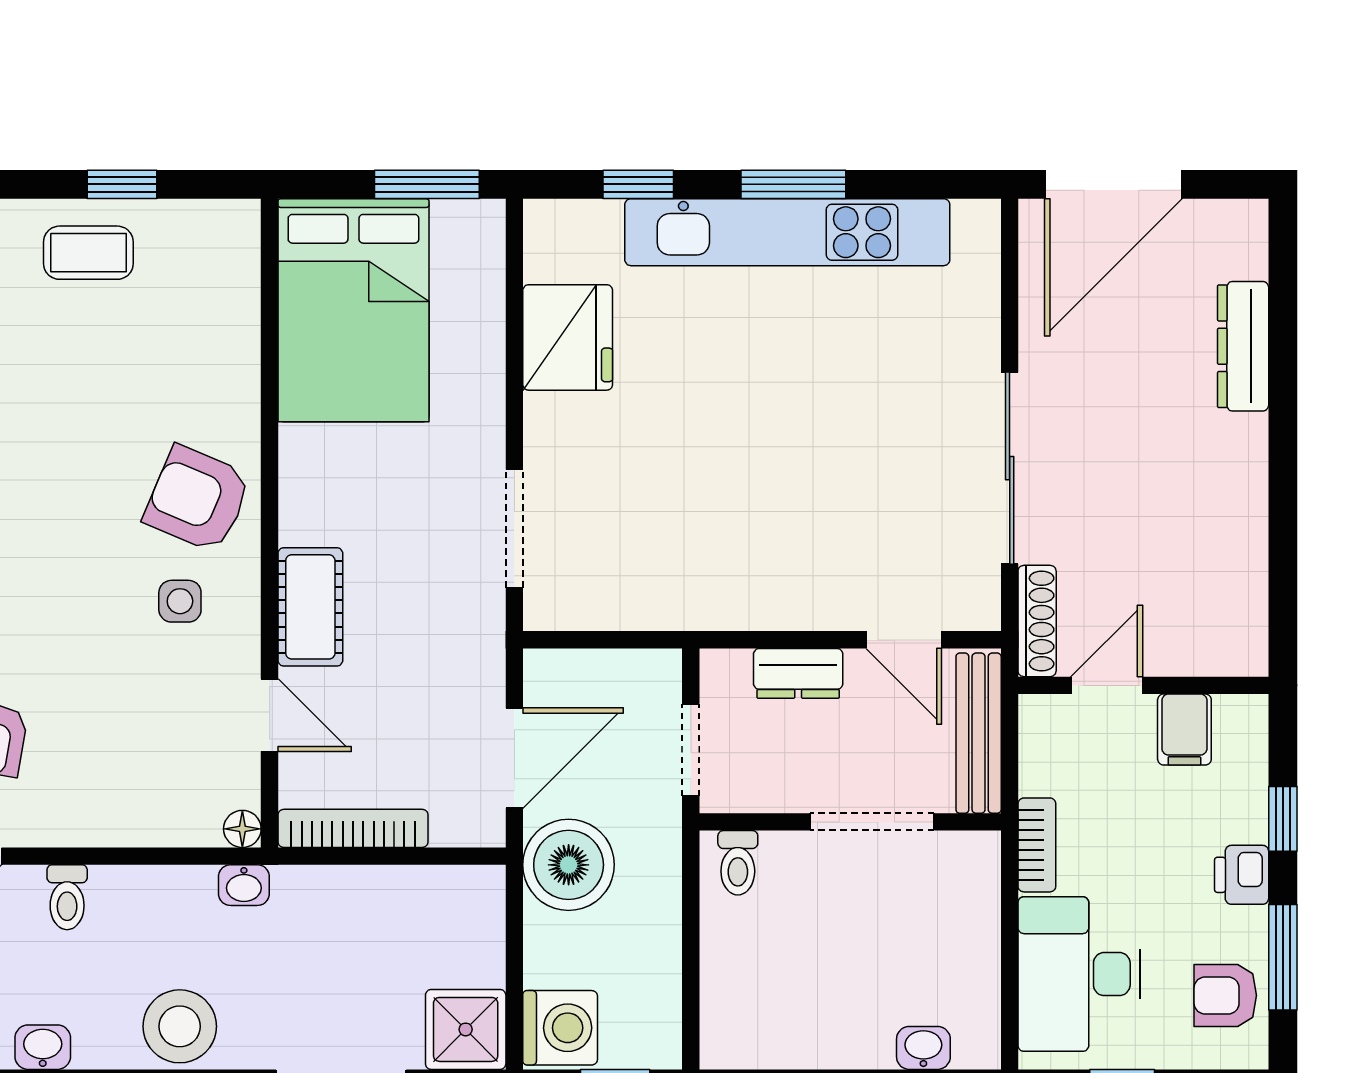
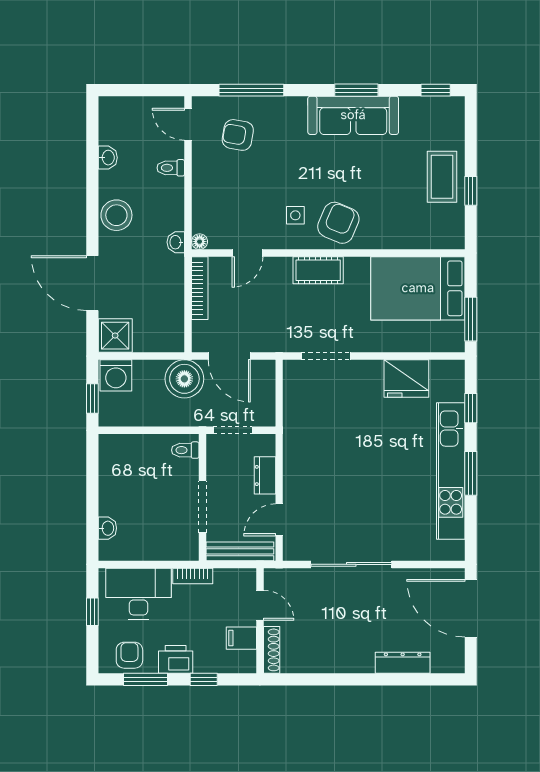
coffee table: (88, 253) -> (442, 177), width x1.36, depth x1.30
cot: (310, 607) -> (318, 270), moved
shoe rack: (1037, 621) -> (272, 650), moved, turned -90
printer: (1242, 875) -> (176, 659), width x1.36, depth x1.24

